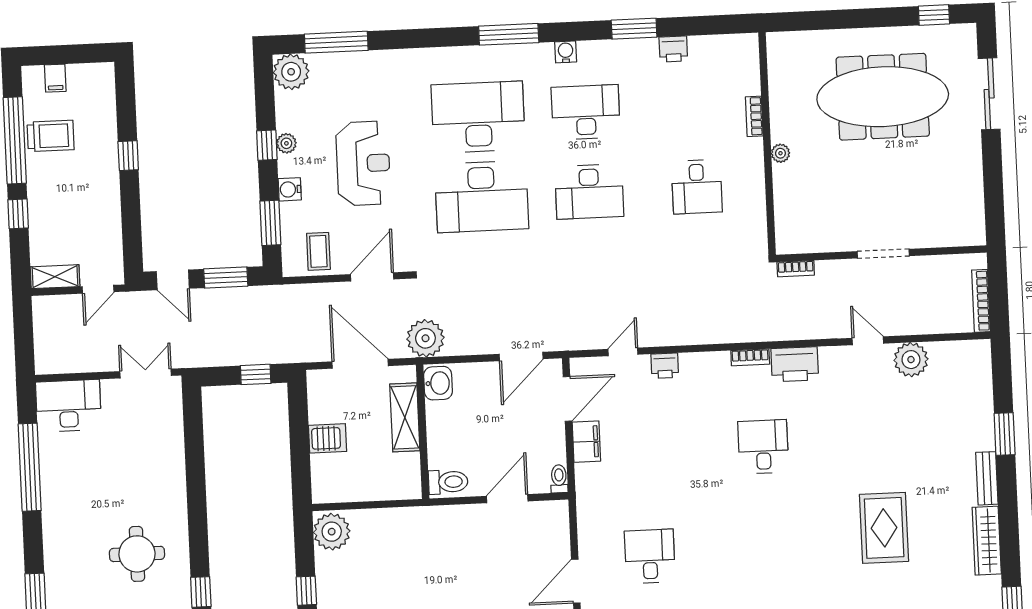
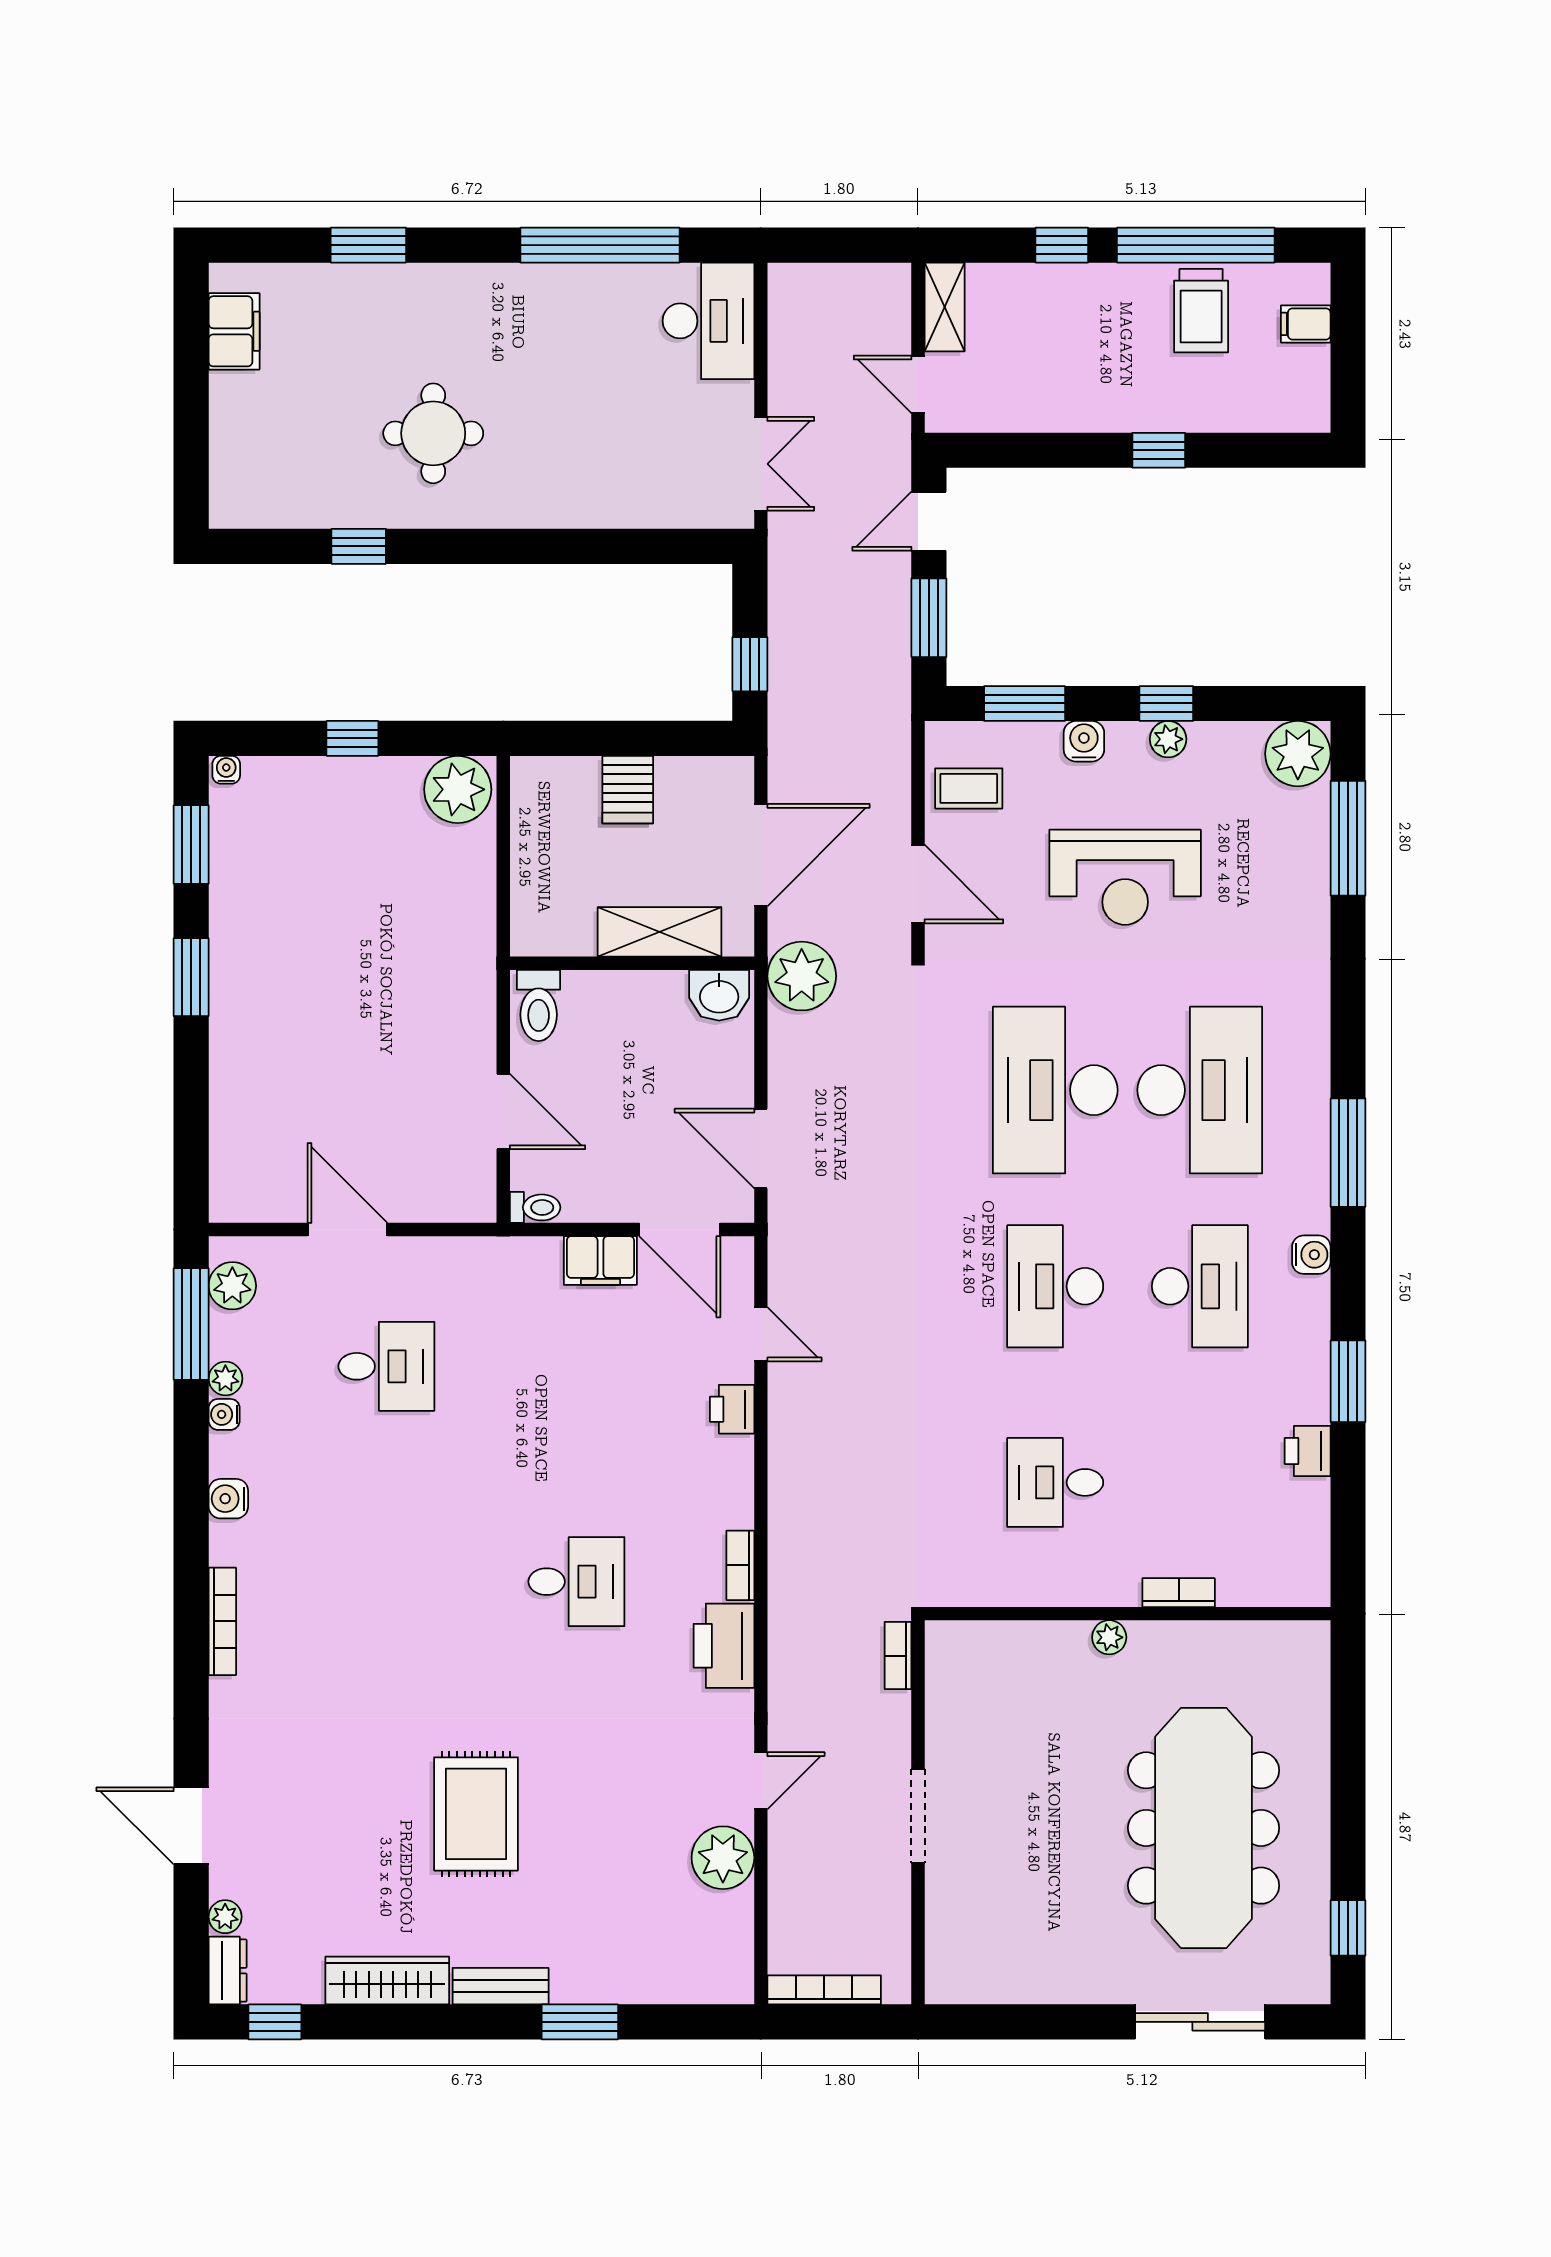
rug: (884, 528) -> (476, 1814), moved, turned 90

